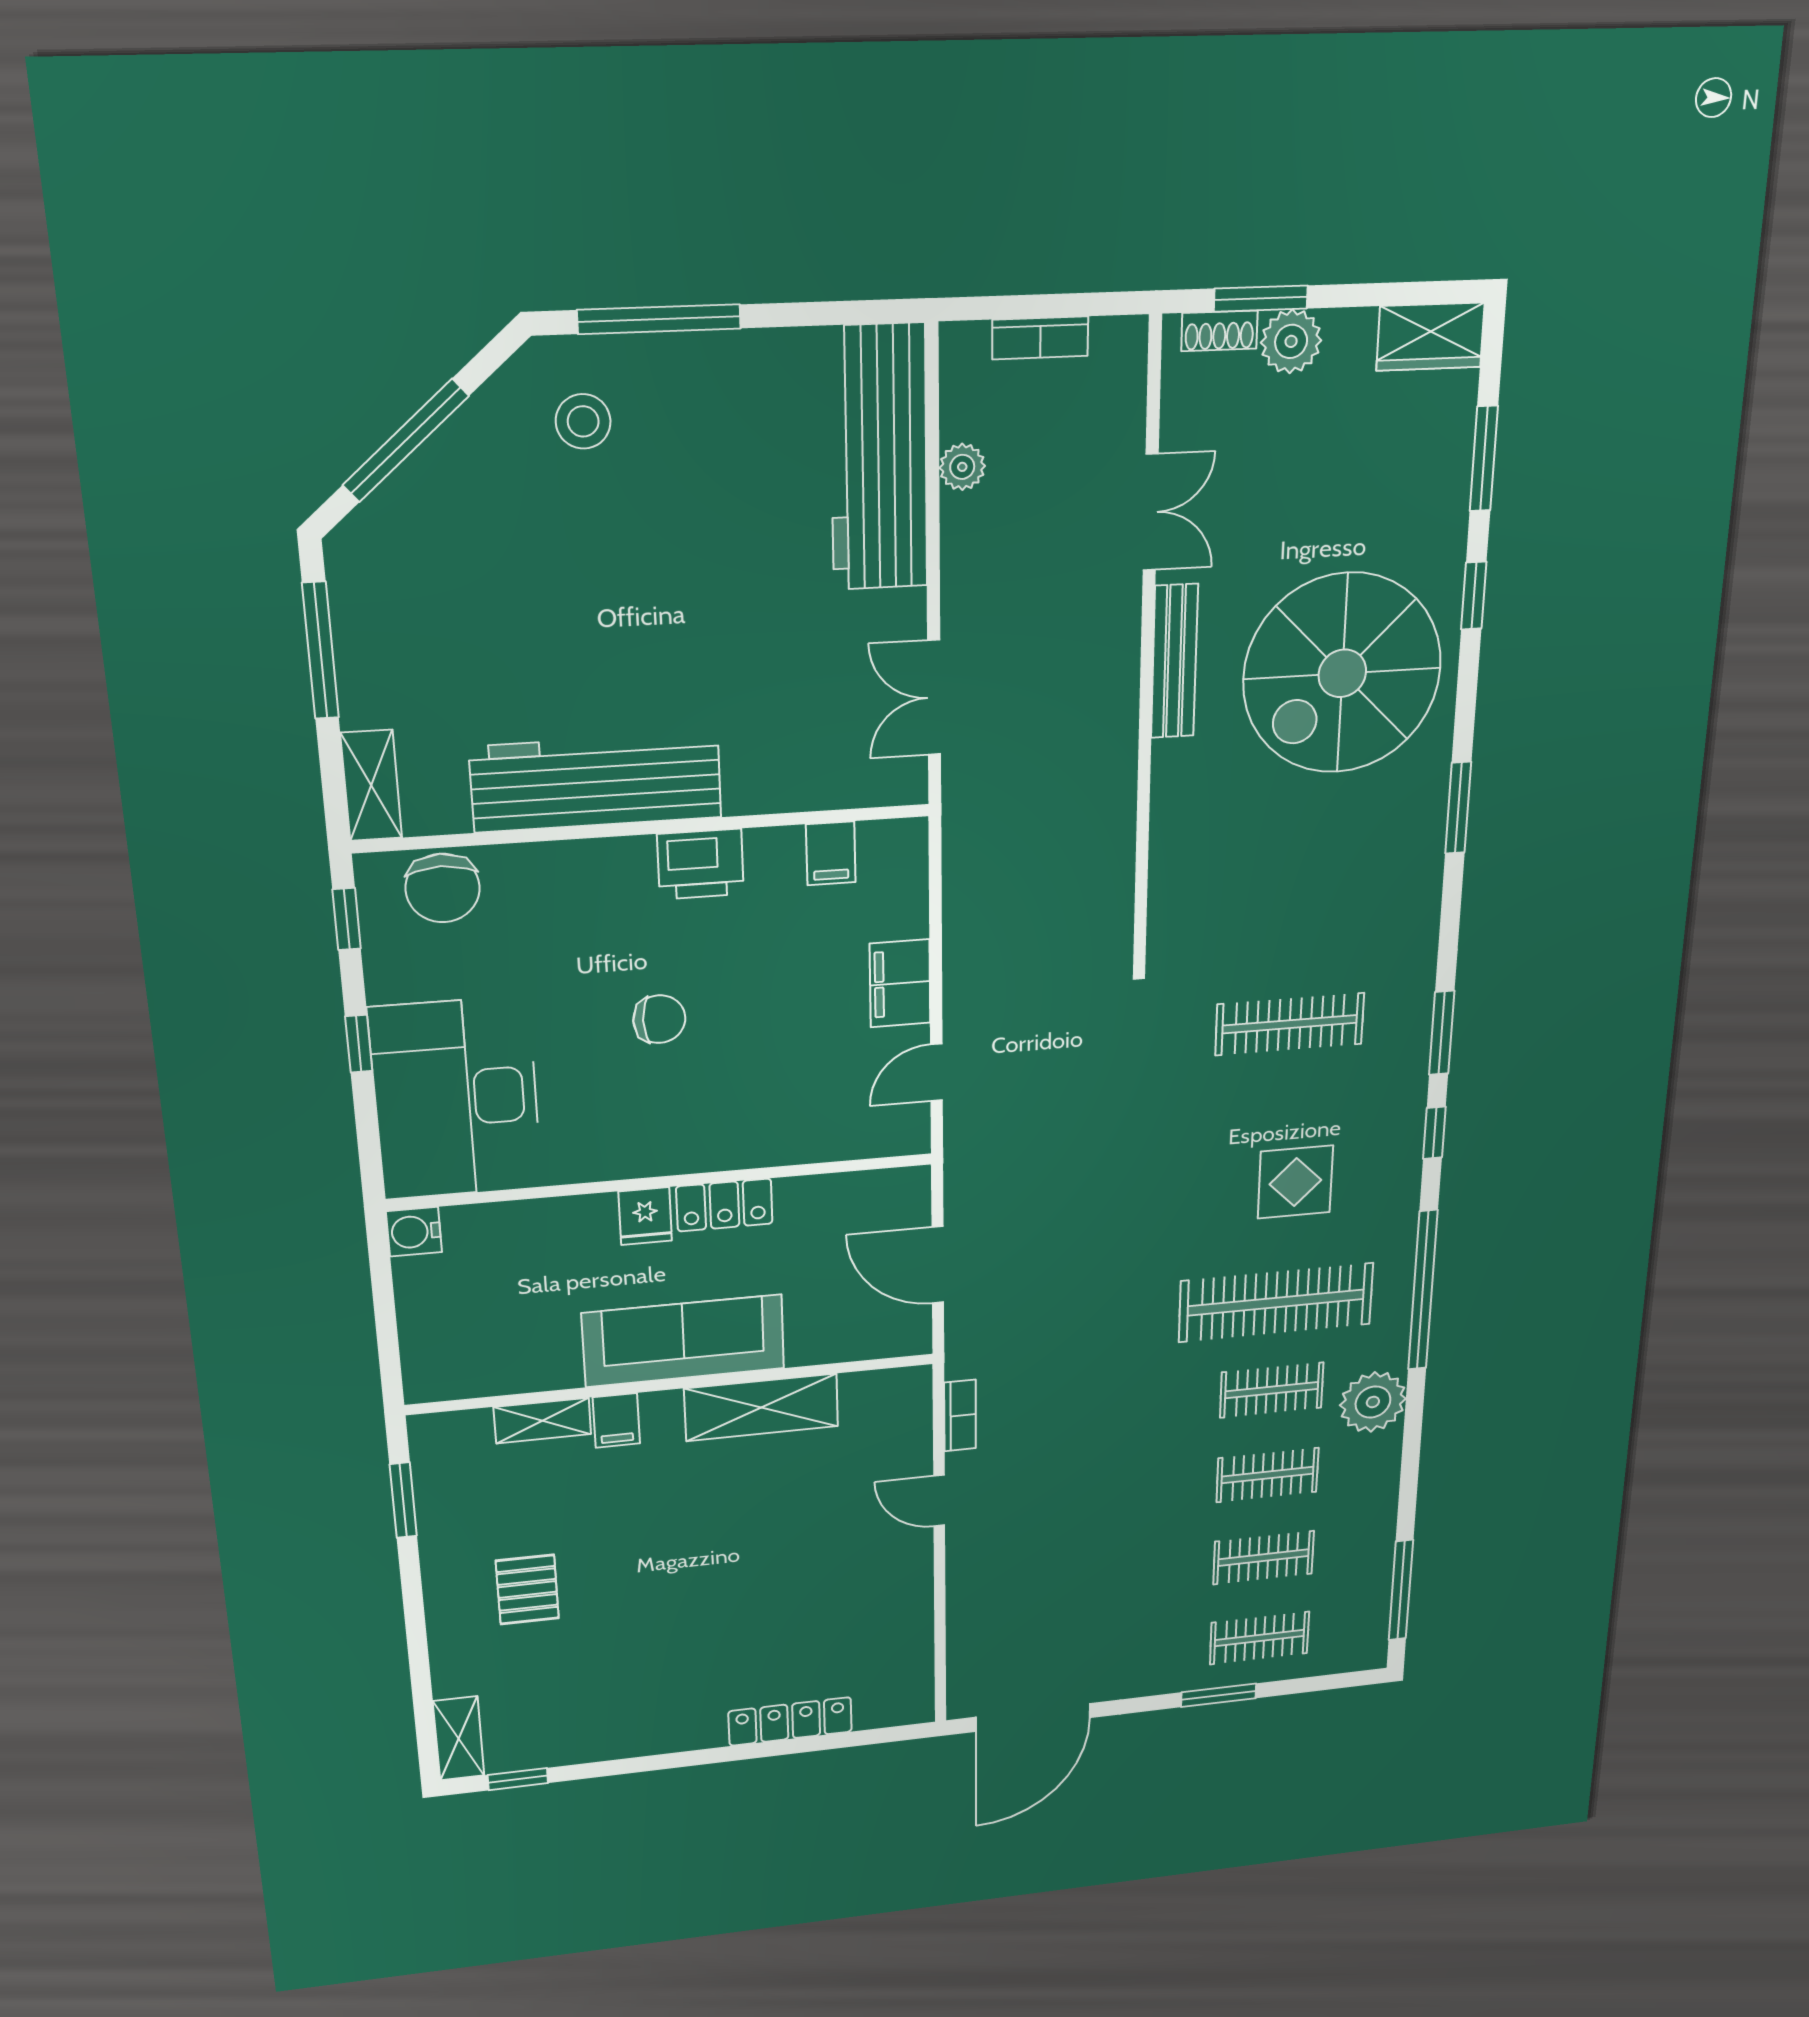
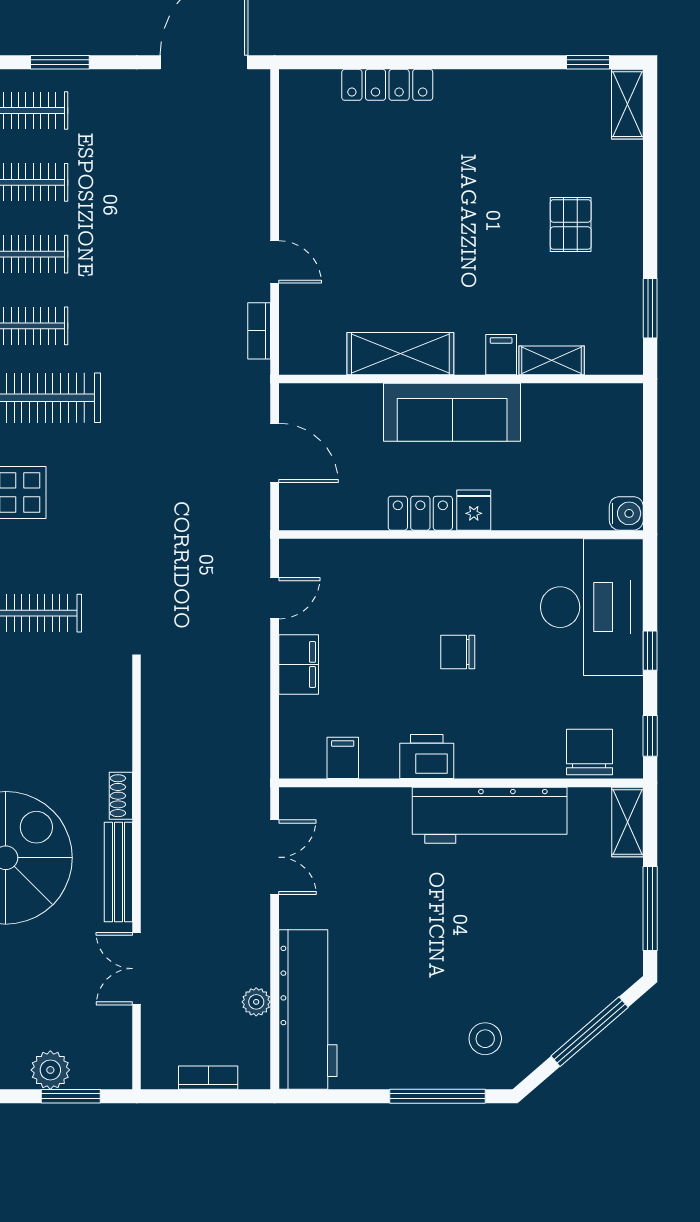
shoe rack: (1219, 331) -> (121, 796), moved, turned -90

